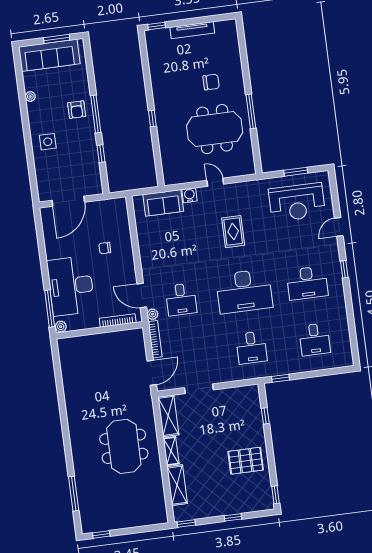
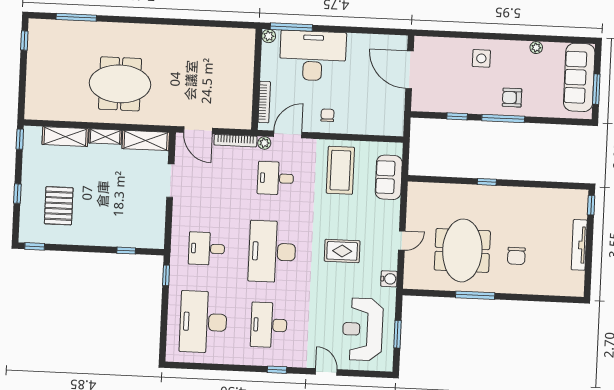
water cooler: (190, 195) -> (389, 279), moved
coffee table: (164, 245) -> (340, 170), added
chair: (105, 248) -> (327, 115), moved
desk: (315, 339) -> (203, 322), width x1.87, depth x1.30
pallet: (246, 461) -> (59, 206), moved

